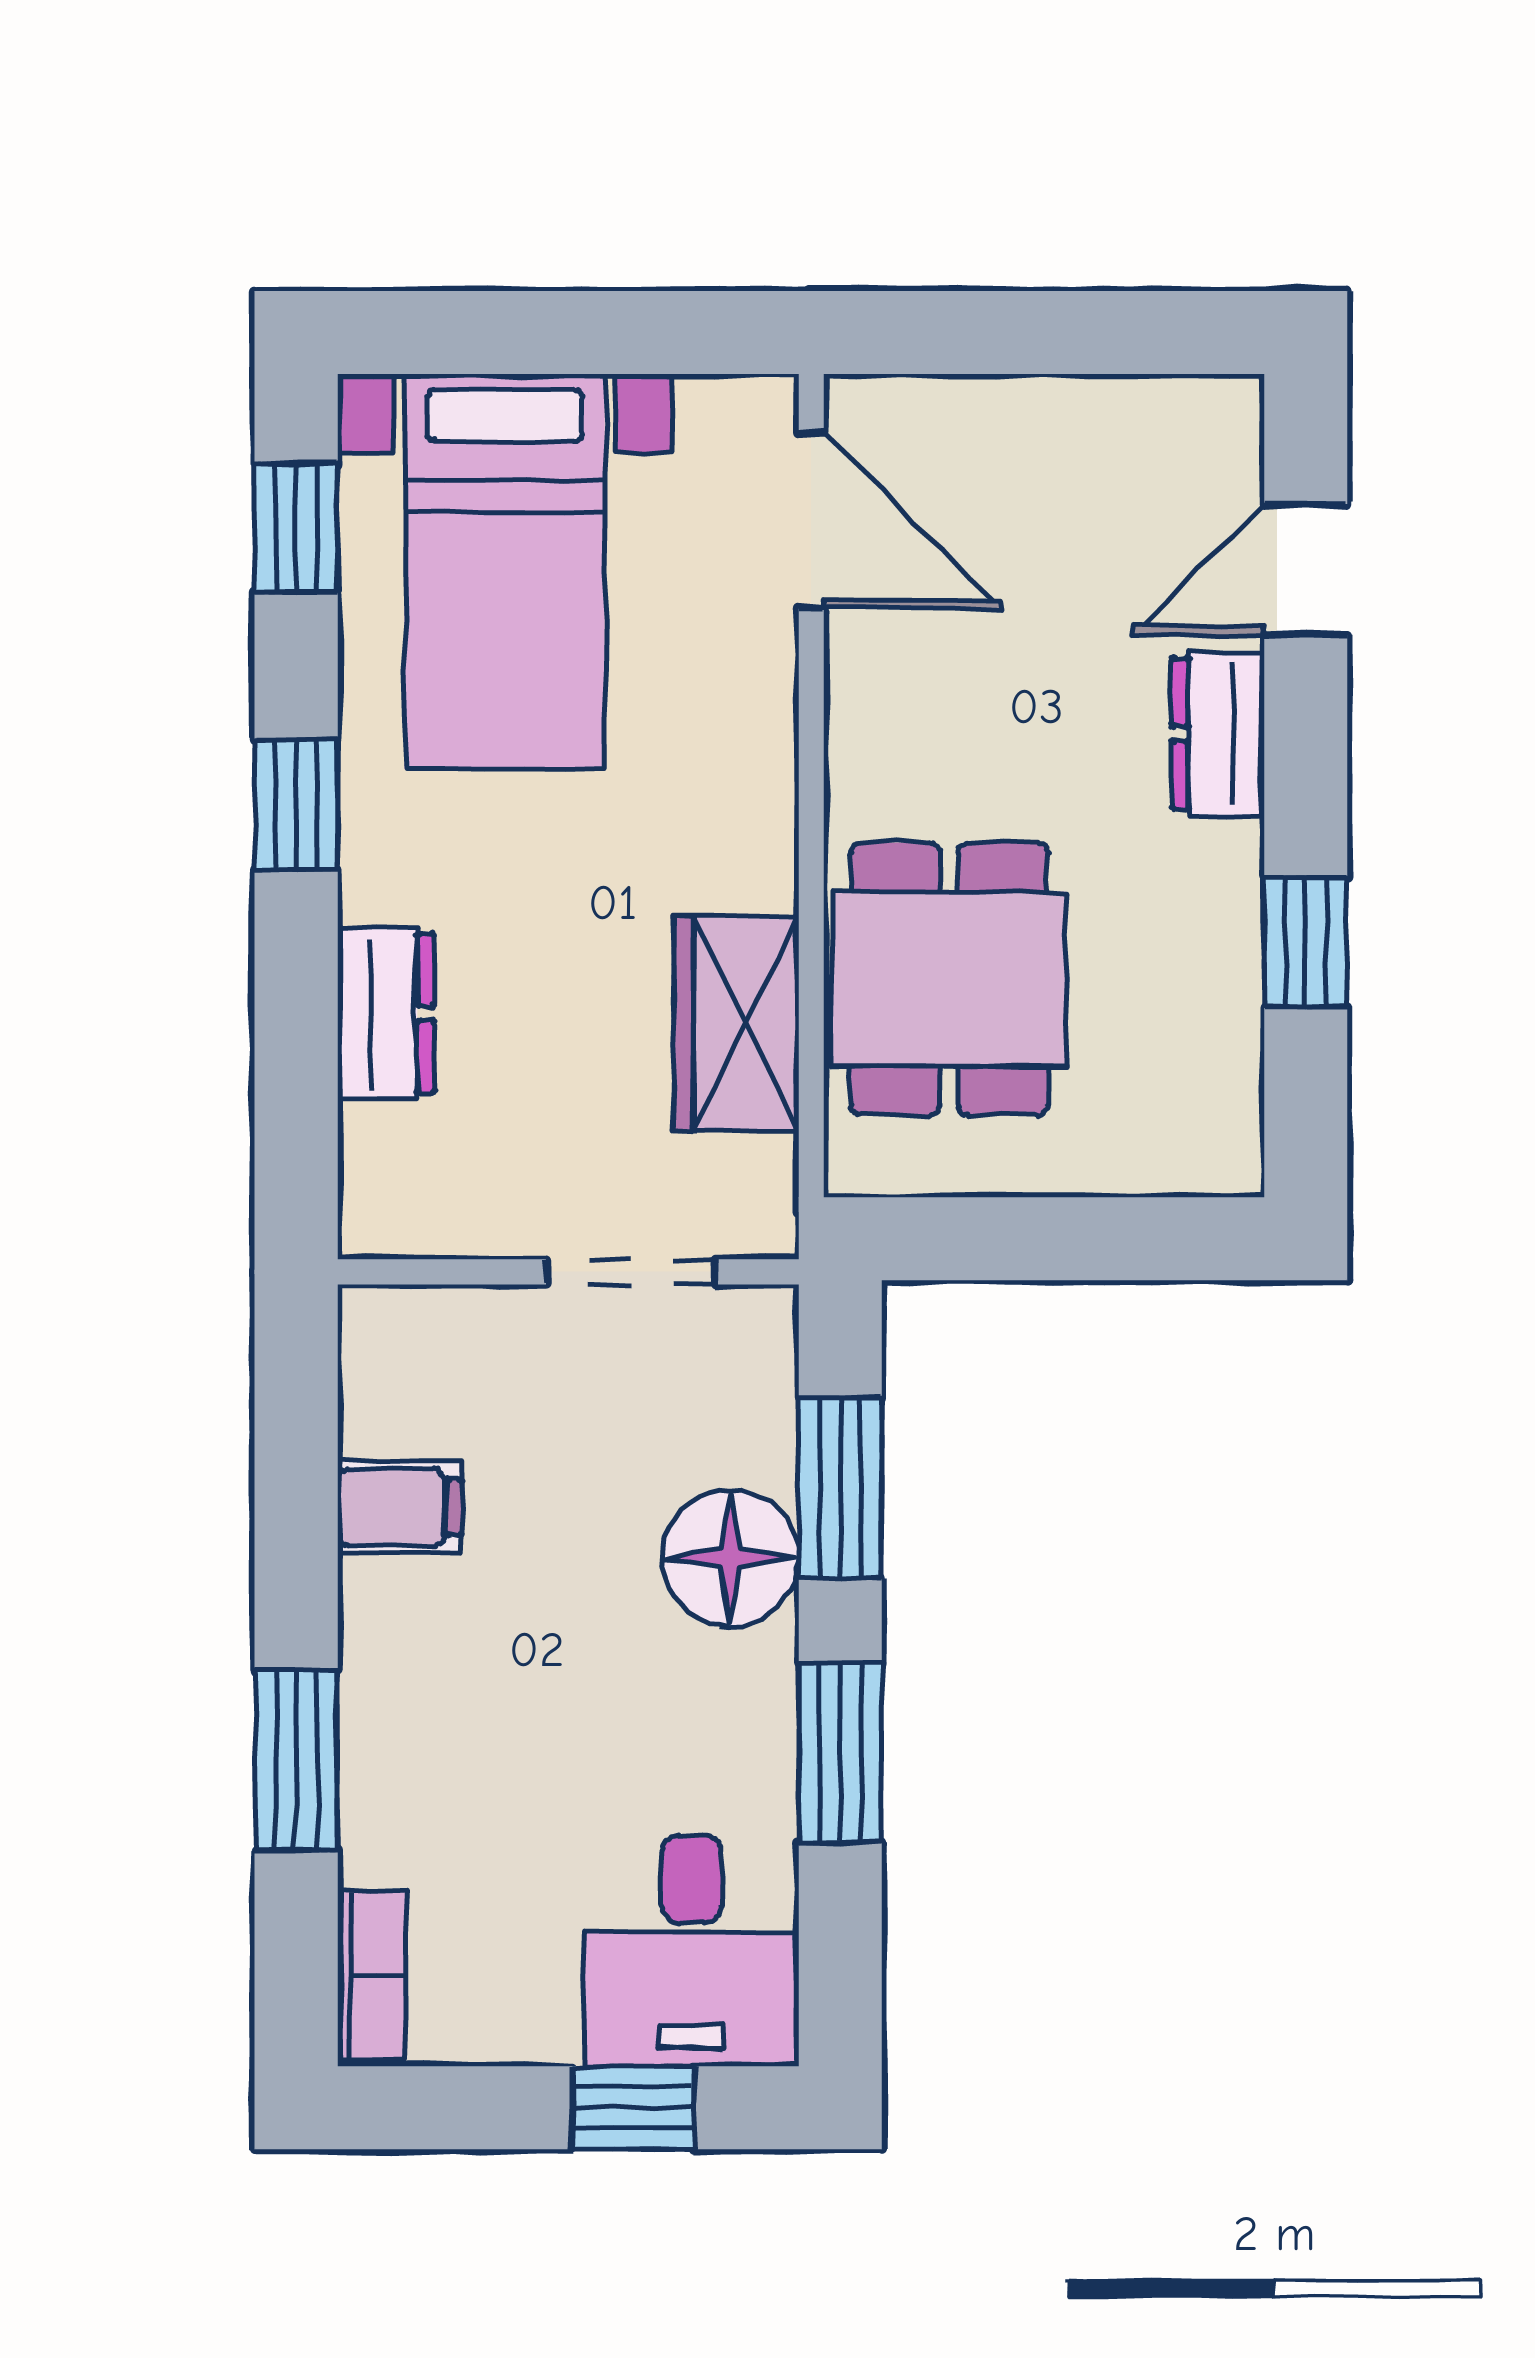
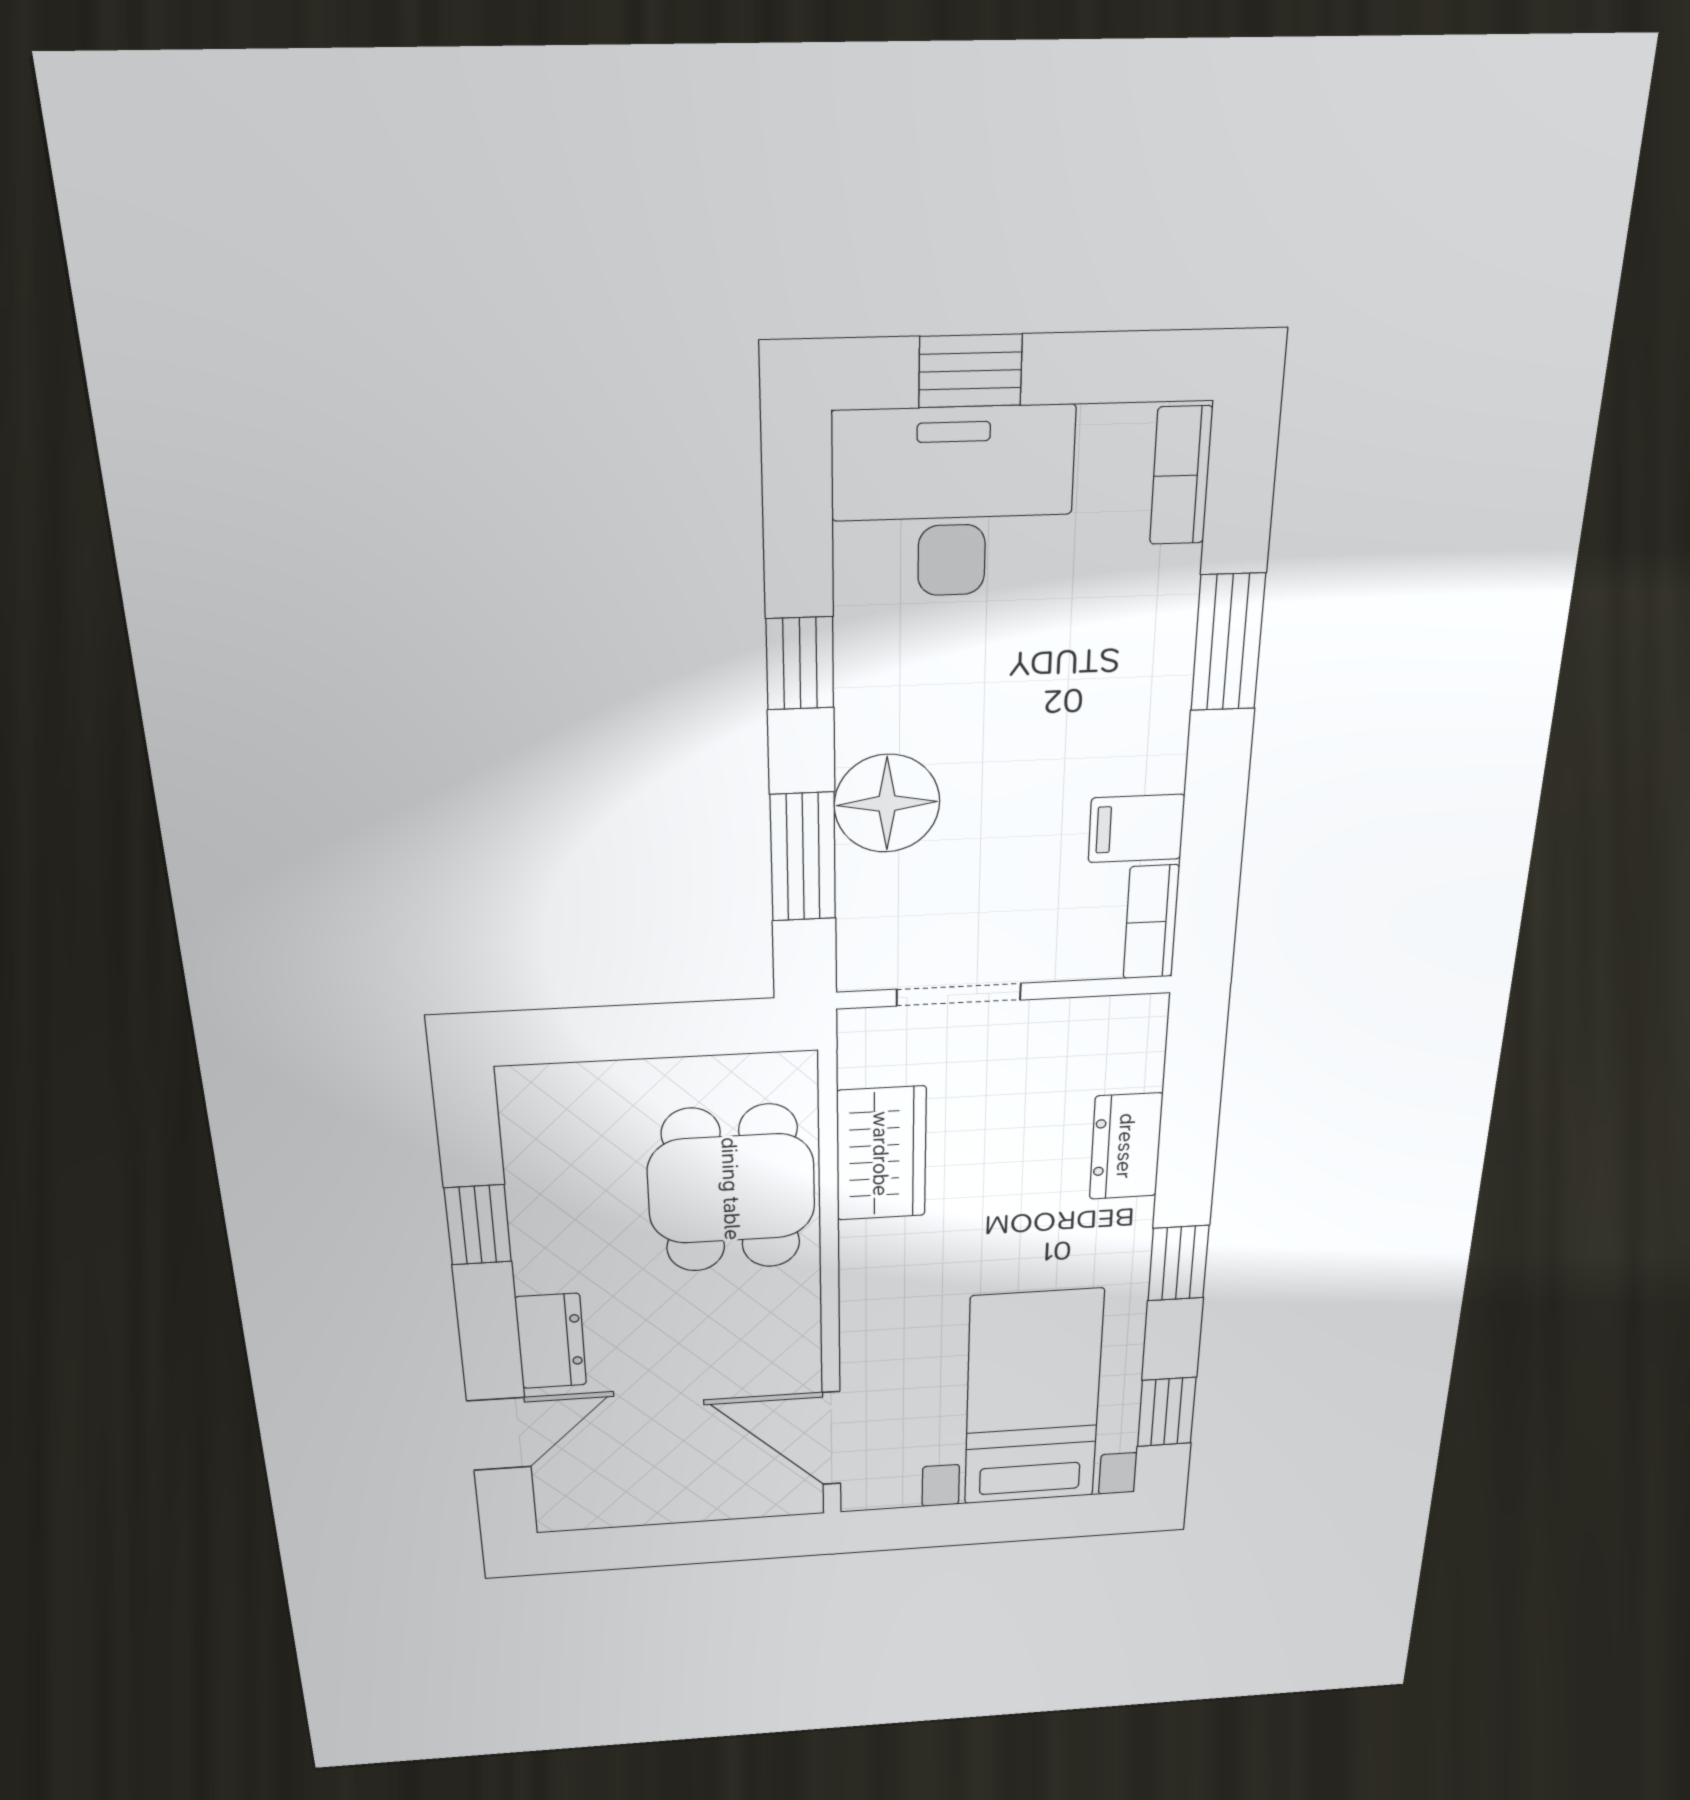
bookcase: (371, 1368) -> (1151, 922), added
window: (840, 1753) -> (800, 663), width x0.67
desk: (692, 1951) -> (952, 503), width x1.37

